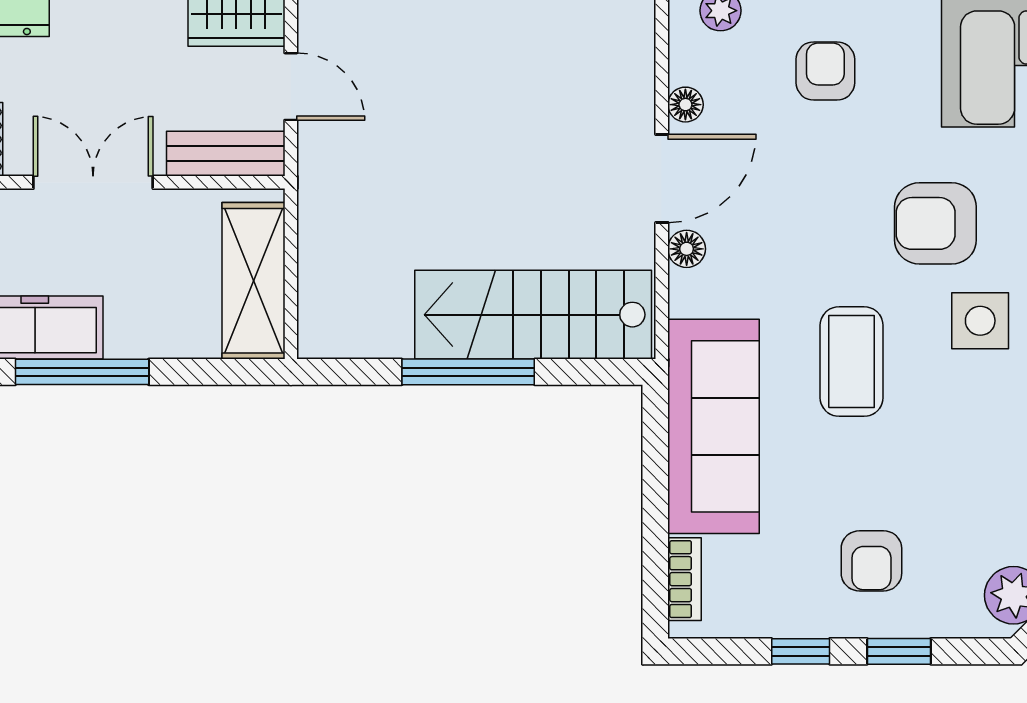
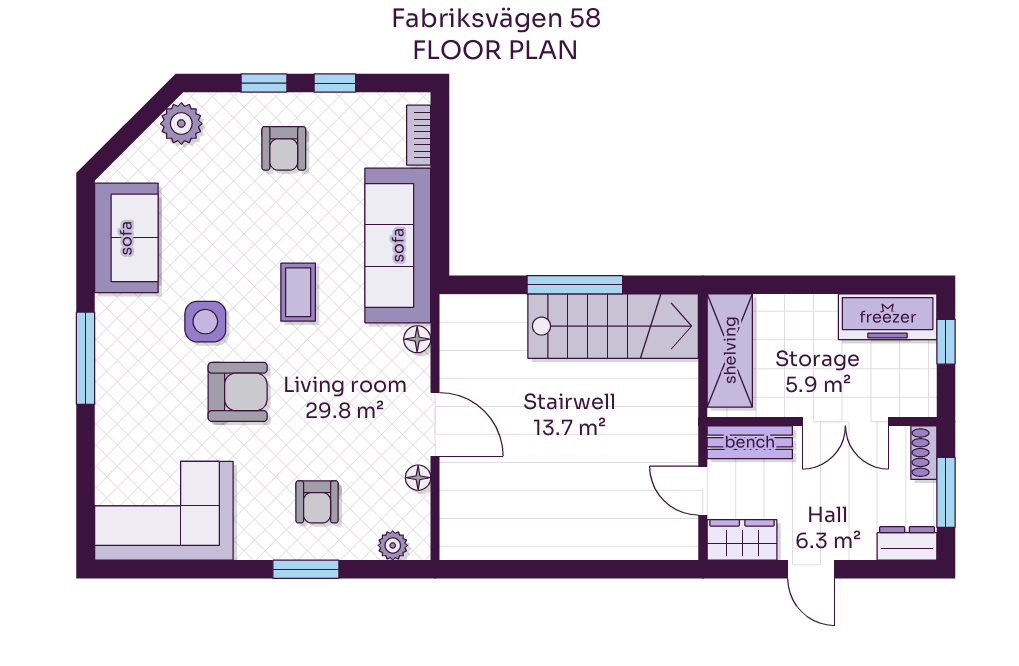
door: (662, 178) -> (435, 424), swing flipped
floor lamp: (687, 249) -> (417, 339), moved
stairs: (533, 315) -> (613, 326), moved
coffee table: (852, 362) -> (298, 292), width x0.73, depth x0.77
window: (82, 372) -> (853, 285), removed
armchair: (871, 561) -> (284, 148), turned 180

